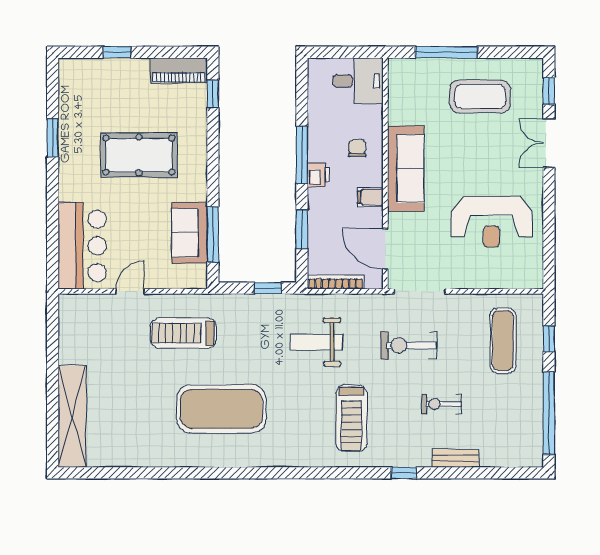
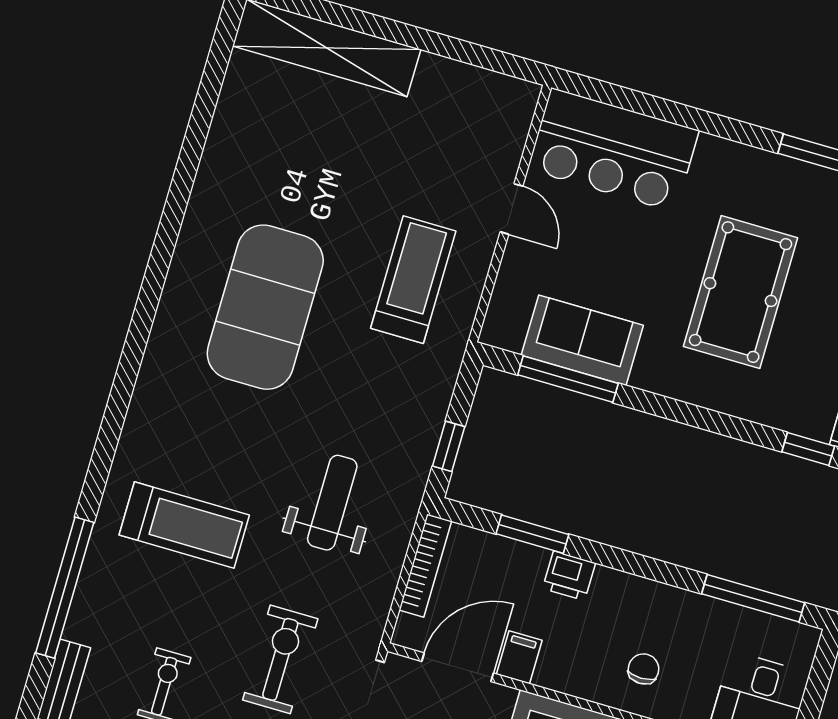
chair: (357, 148) -> (644, 669), turned -90
window: (302, 155) -> (753, 598), moved
printer: (319, 175) -> (569, 576), moved
filing cabinet: (370, 197) -> (519, 657), moved
treadmill: (351, 418) -> (184, 525), turned 180
window: (404, 473) -> (65, 588), width x3.17

